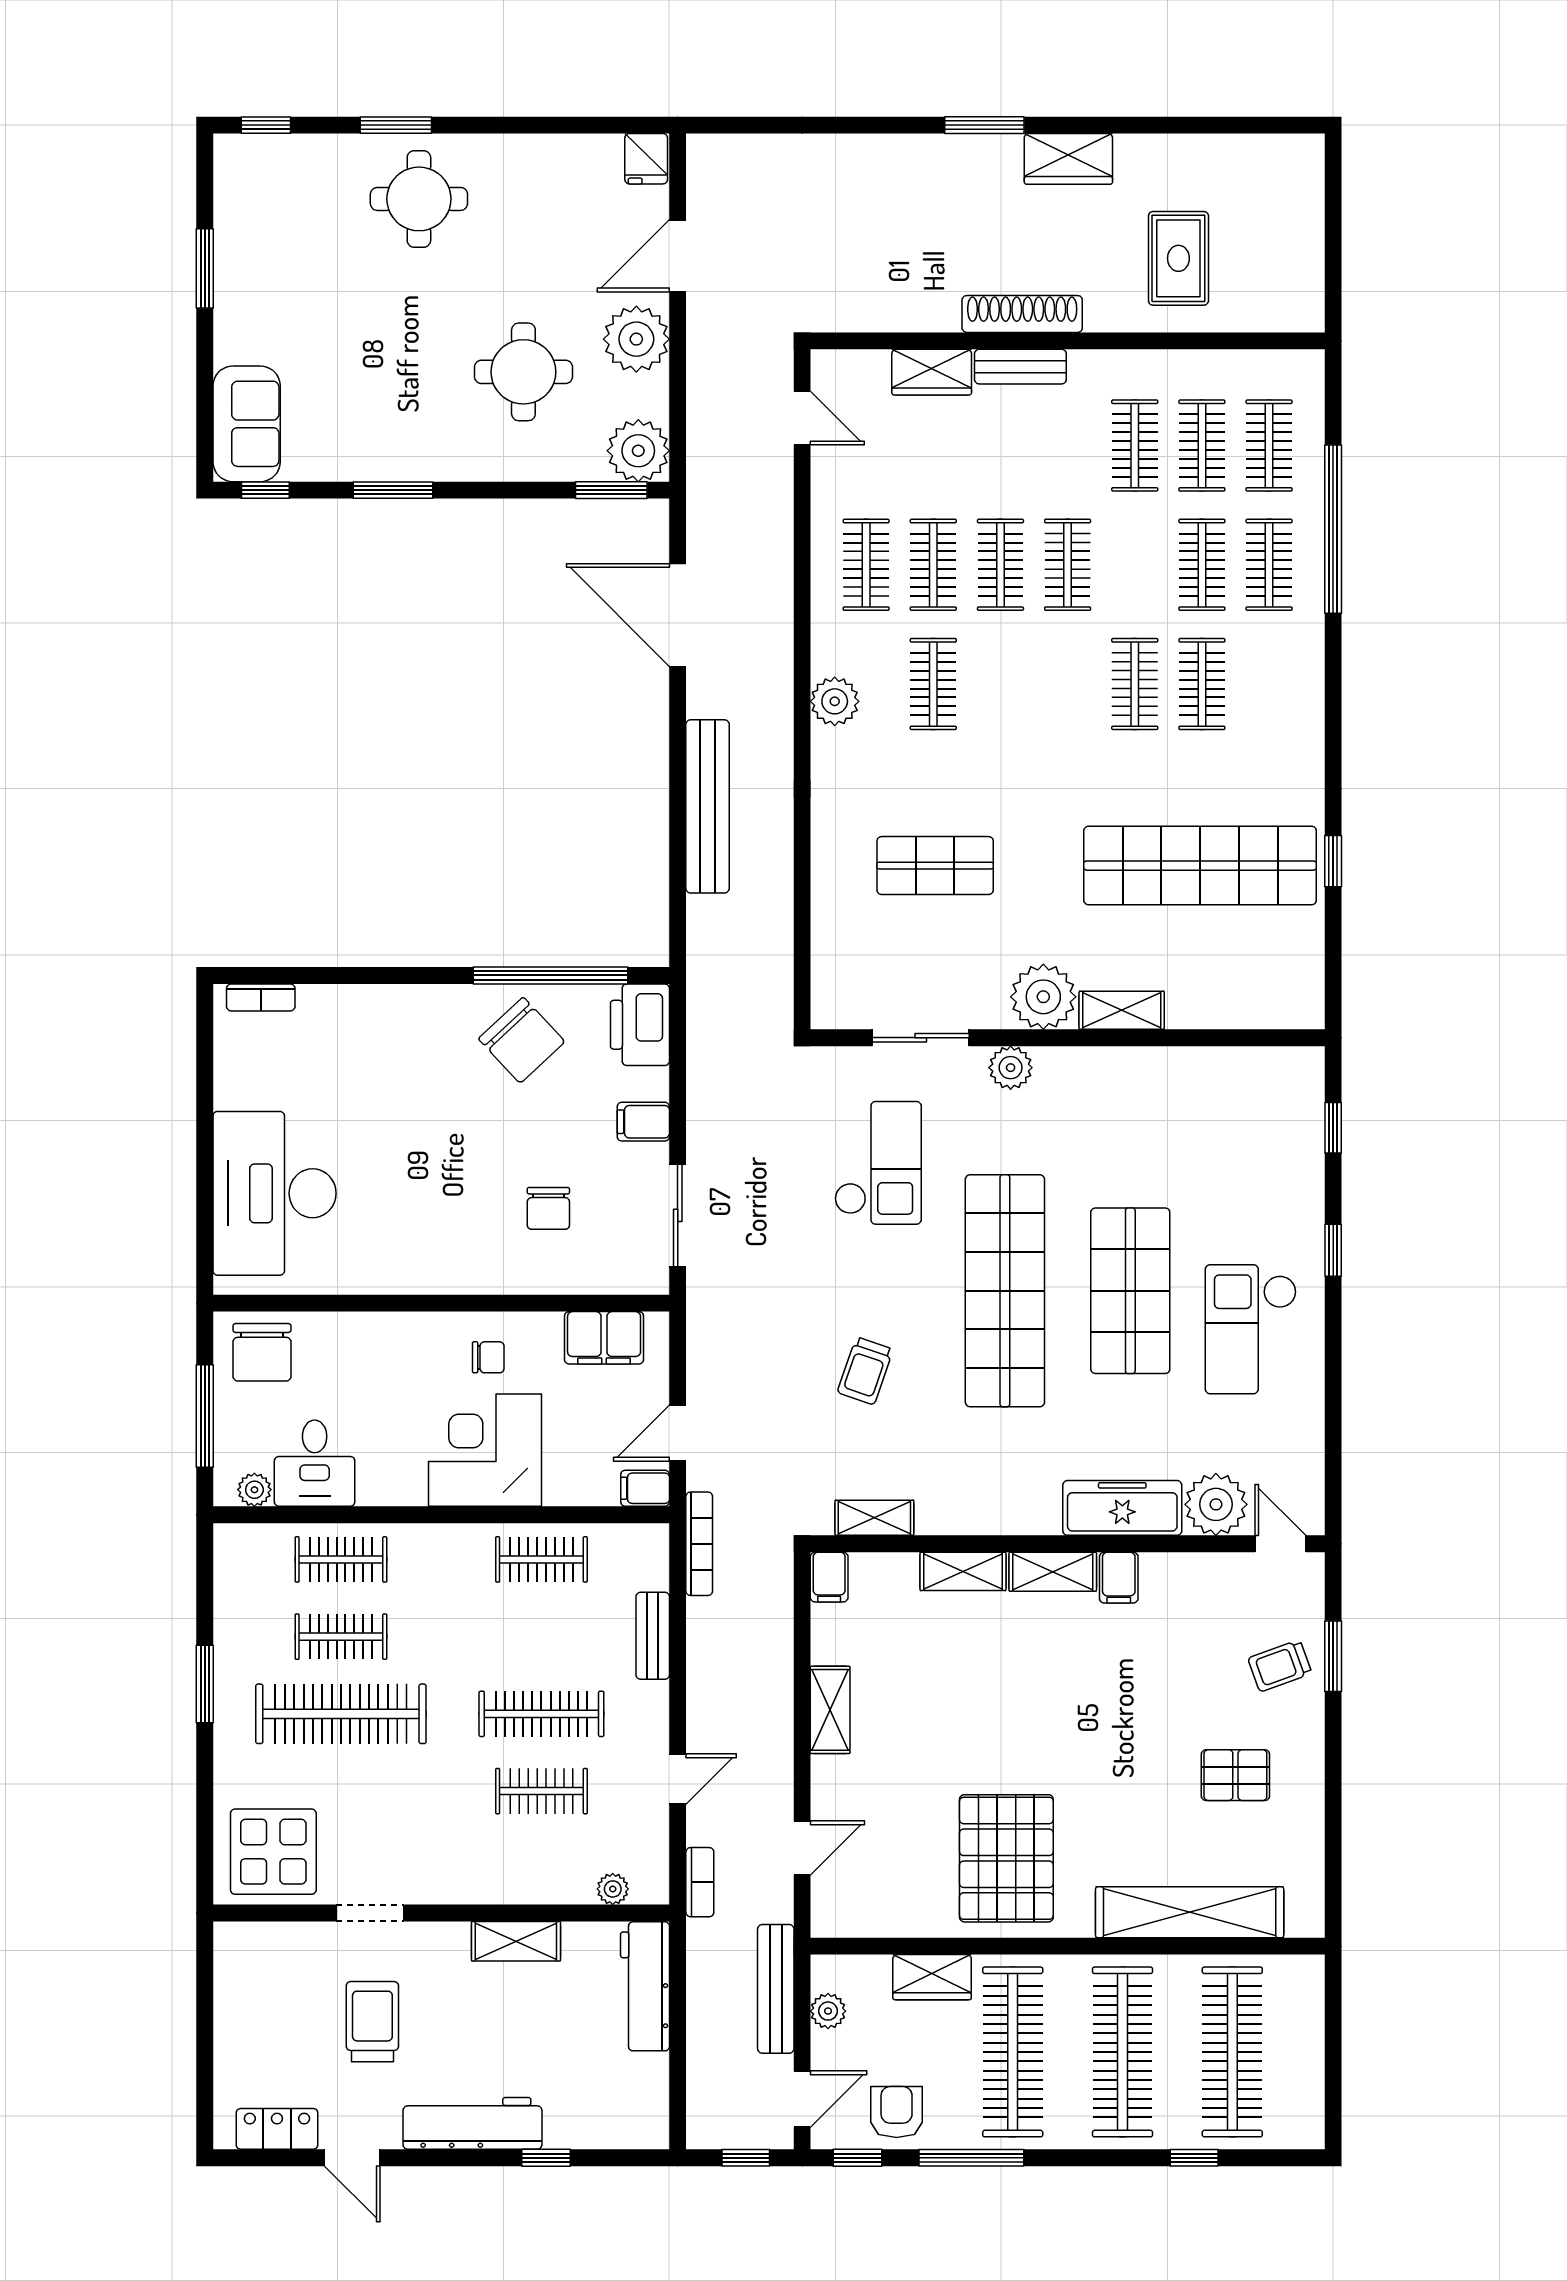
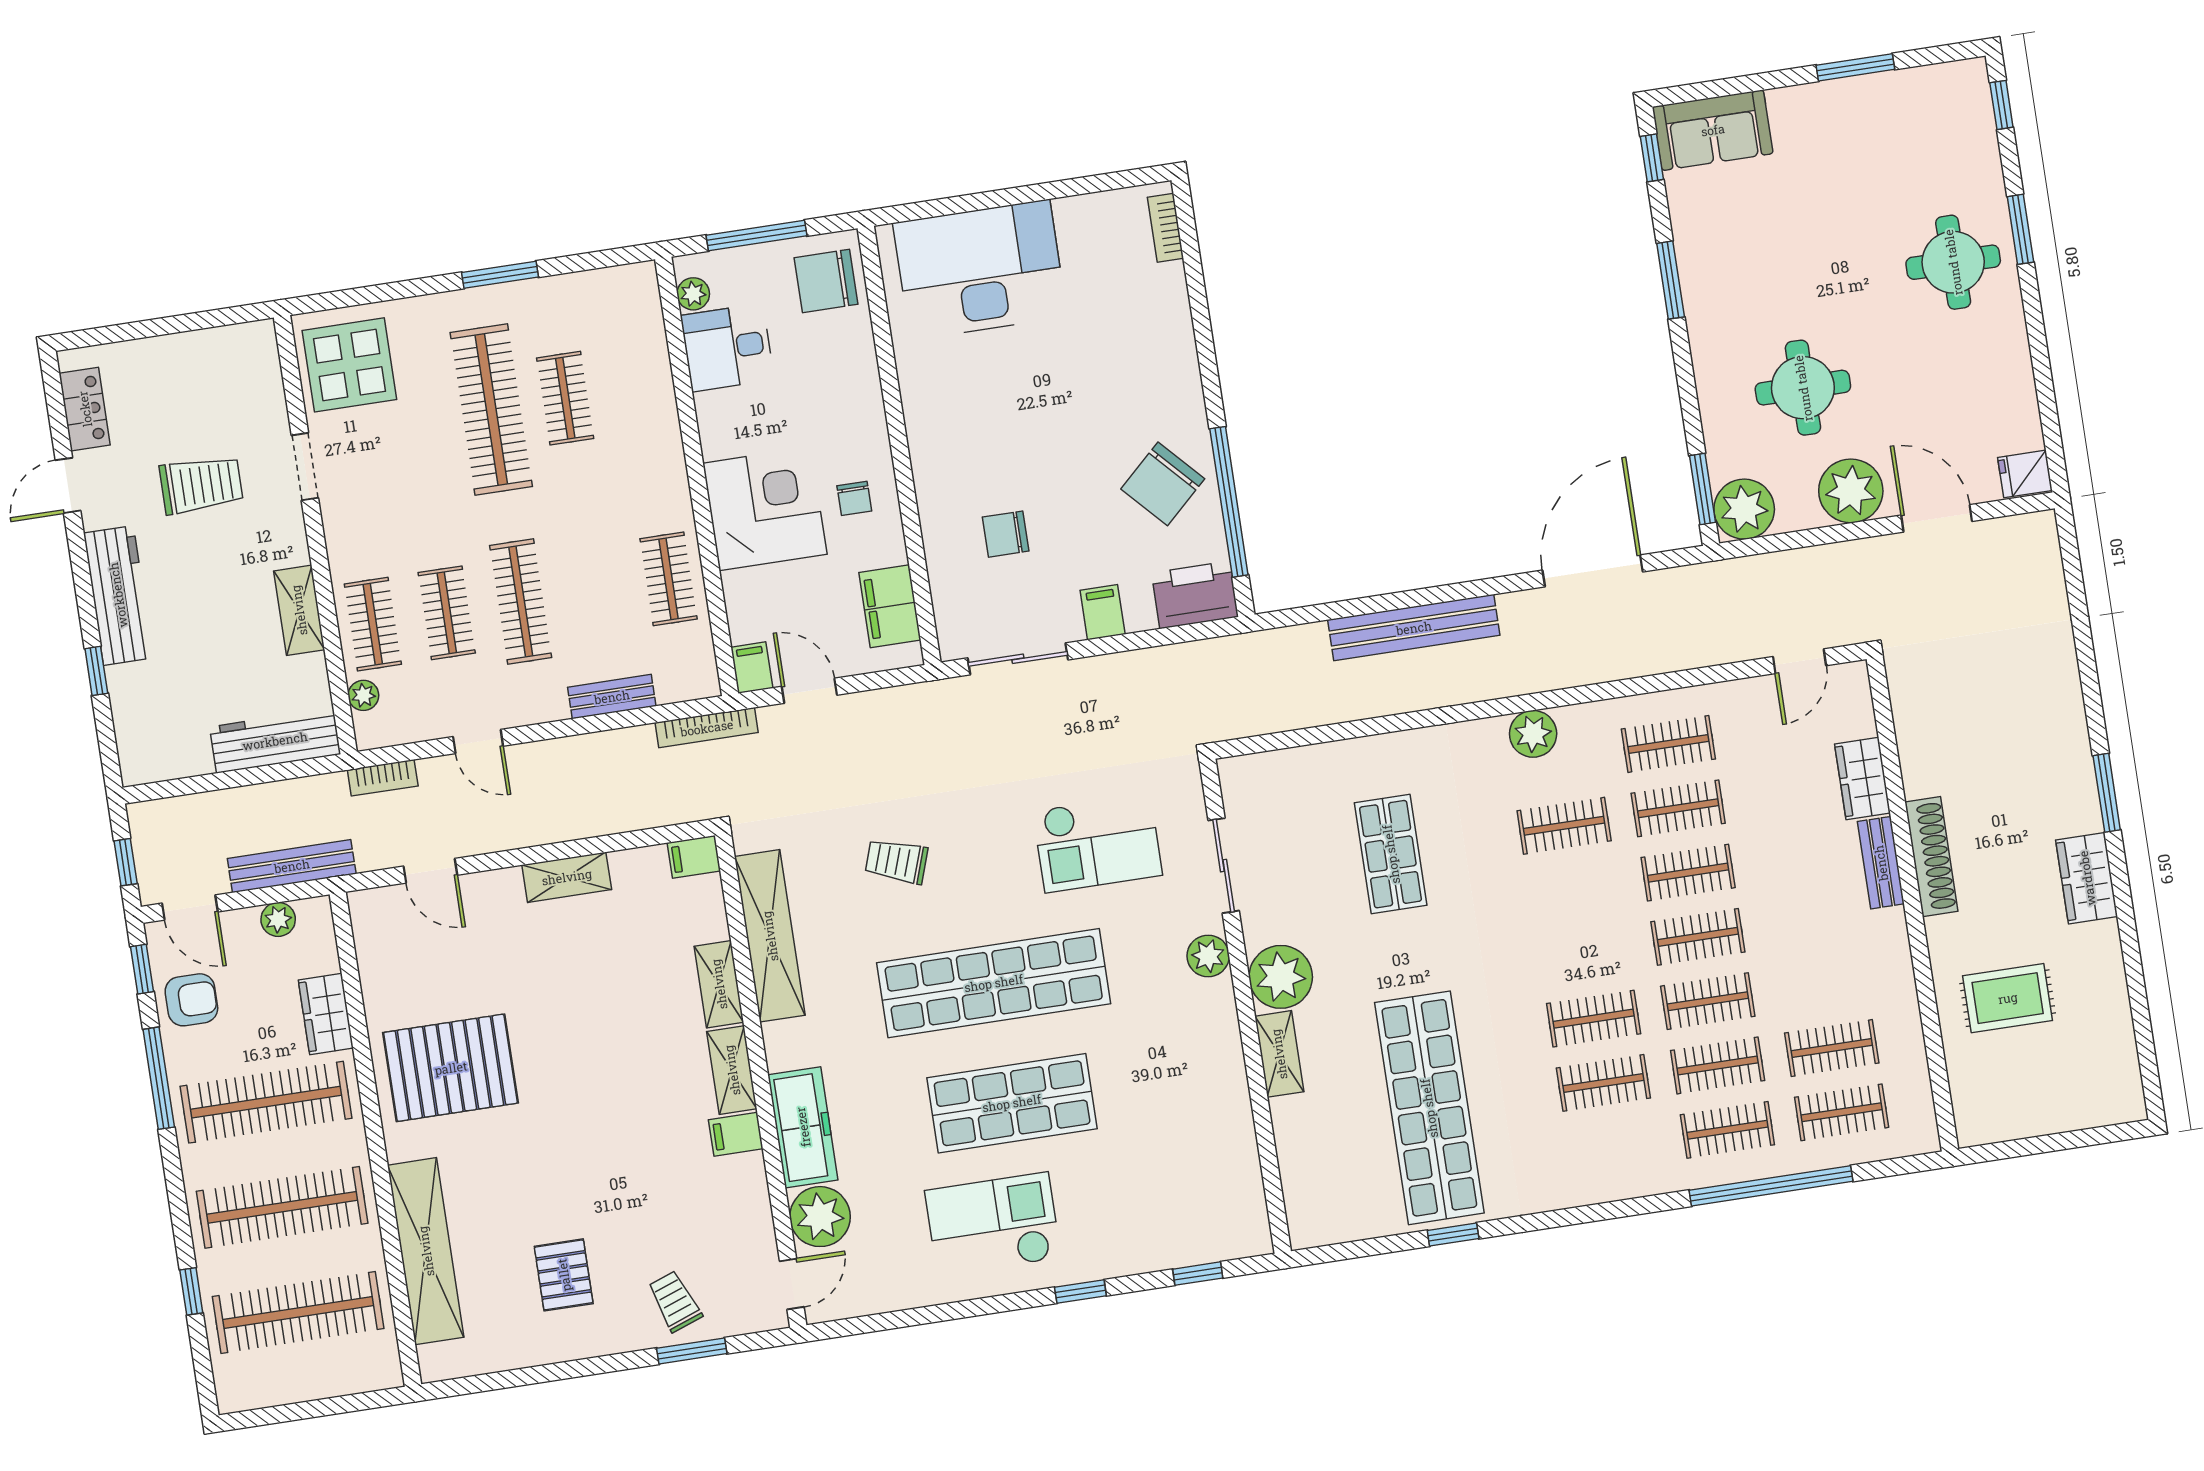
clothes rail: (1135, 446) -> (1708, 1001), moved
shelving: (874, 1518) -> (770, 936), width x2.20, depth x1.33
clothes rail: (341, 1559) -> (373, 624), moved

